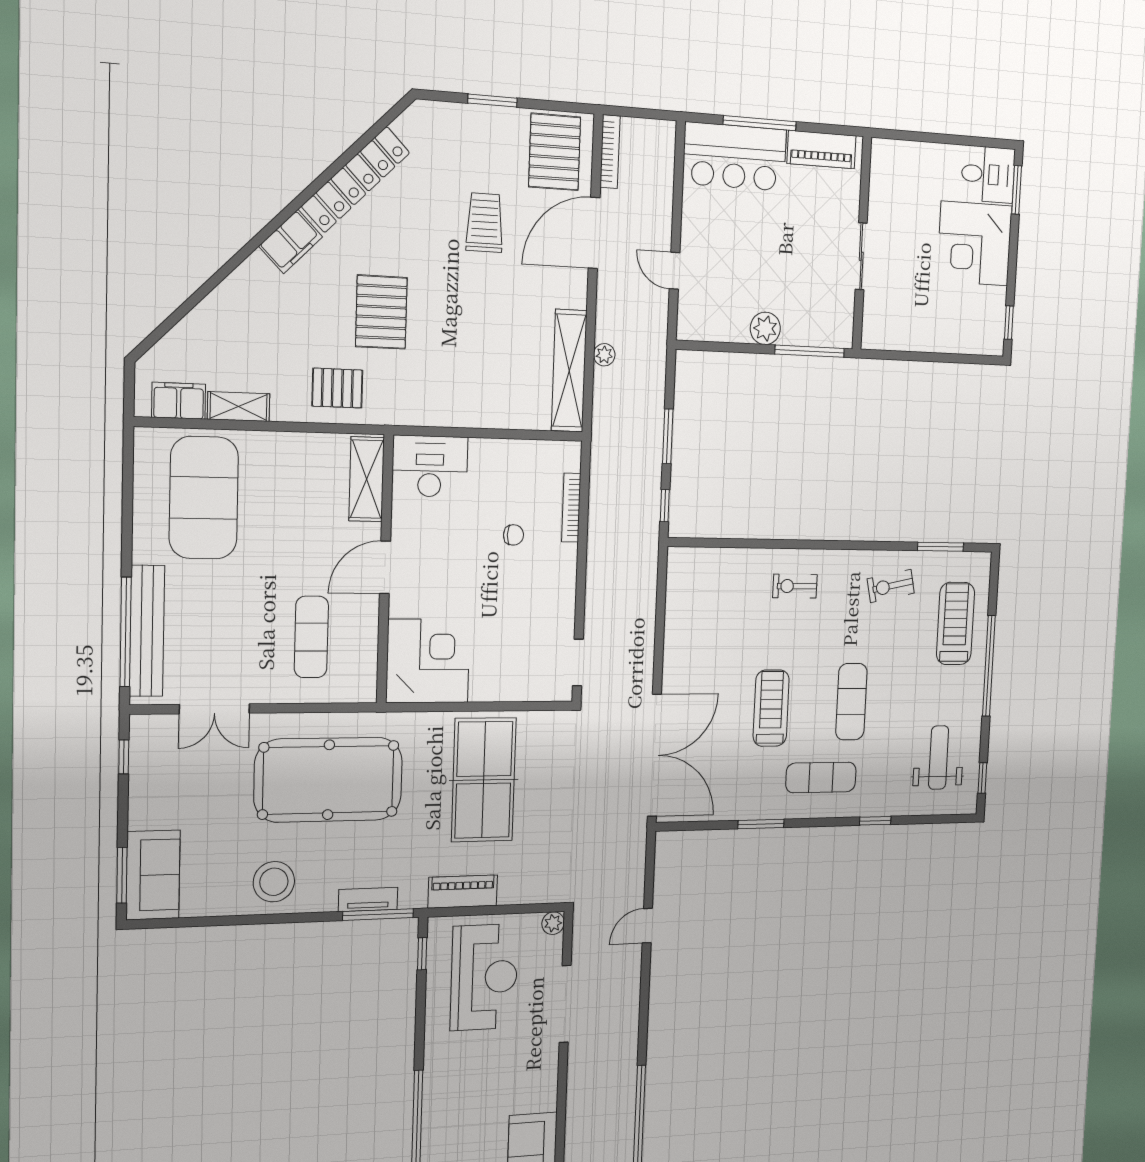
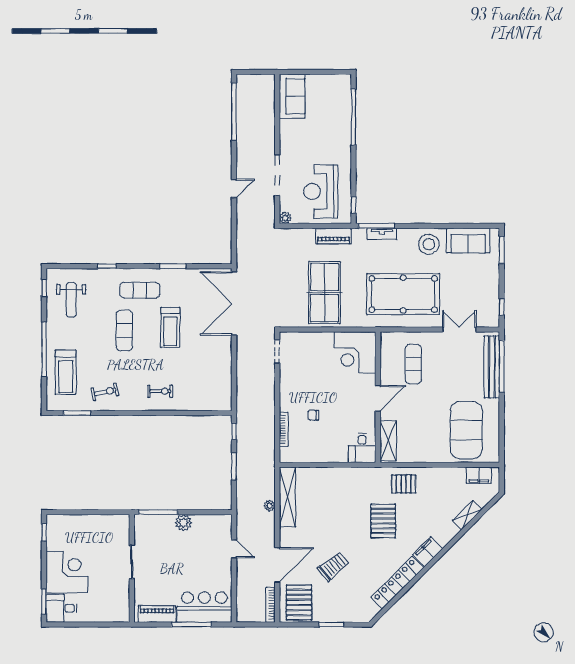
trolley: (485, 223) -> (333, 566), turned -129
shelving: (239, 407) -> (467, 515), moved, turned -45
desk: (430, 466) -> (362, 448), width x0.73
sofa: (153, 875) -> (468, 241), moved, turned -90
door: (647, 926) -> (234, 188), moved

